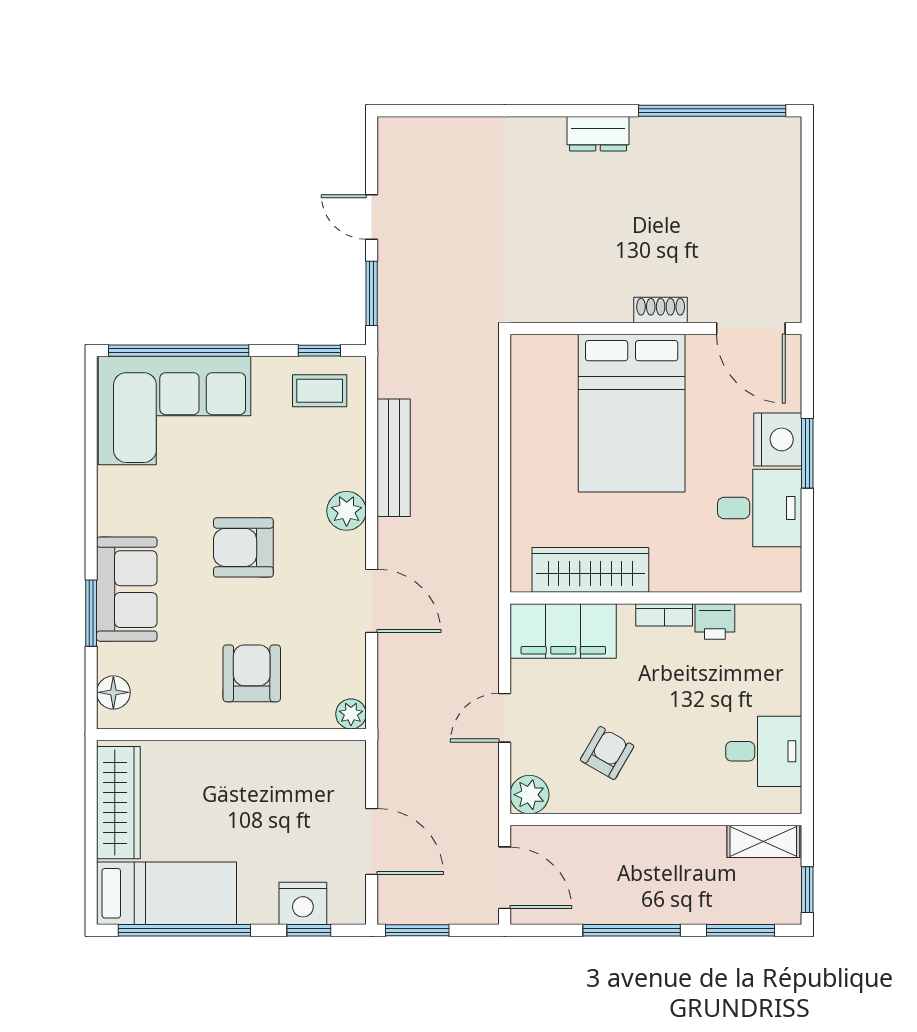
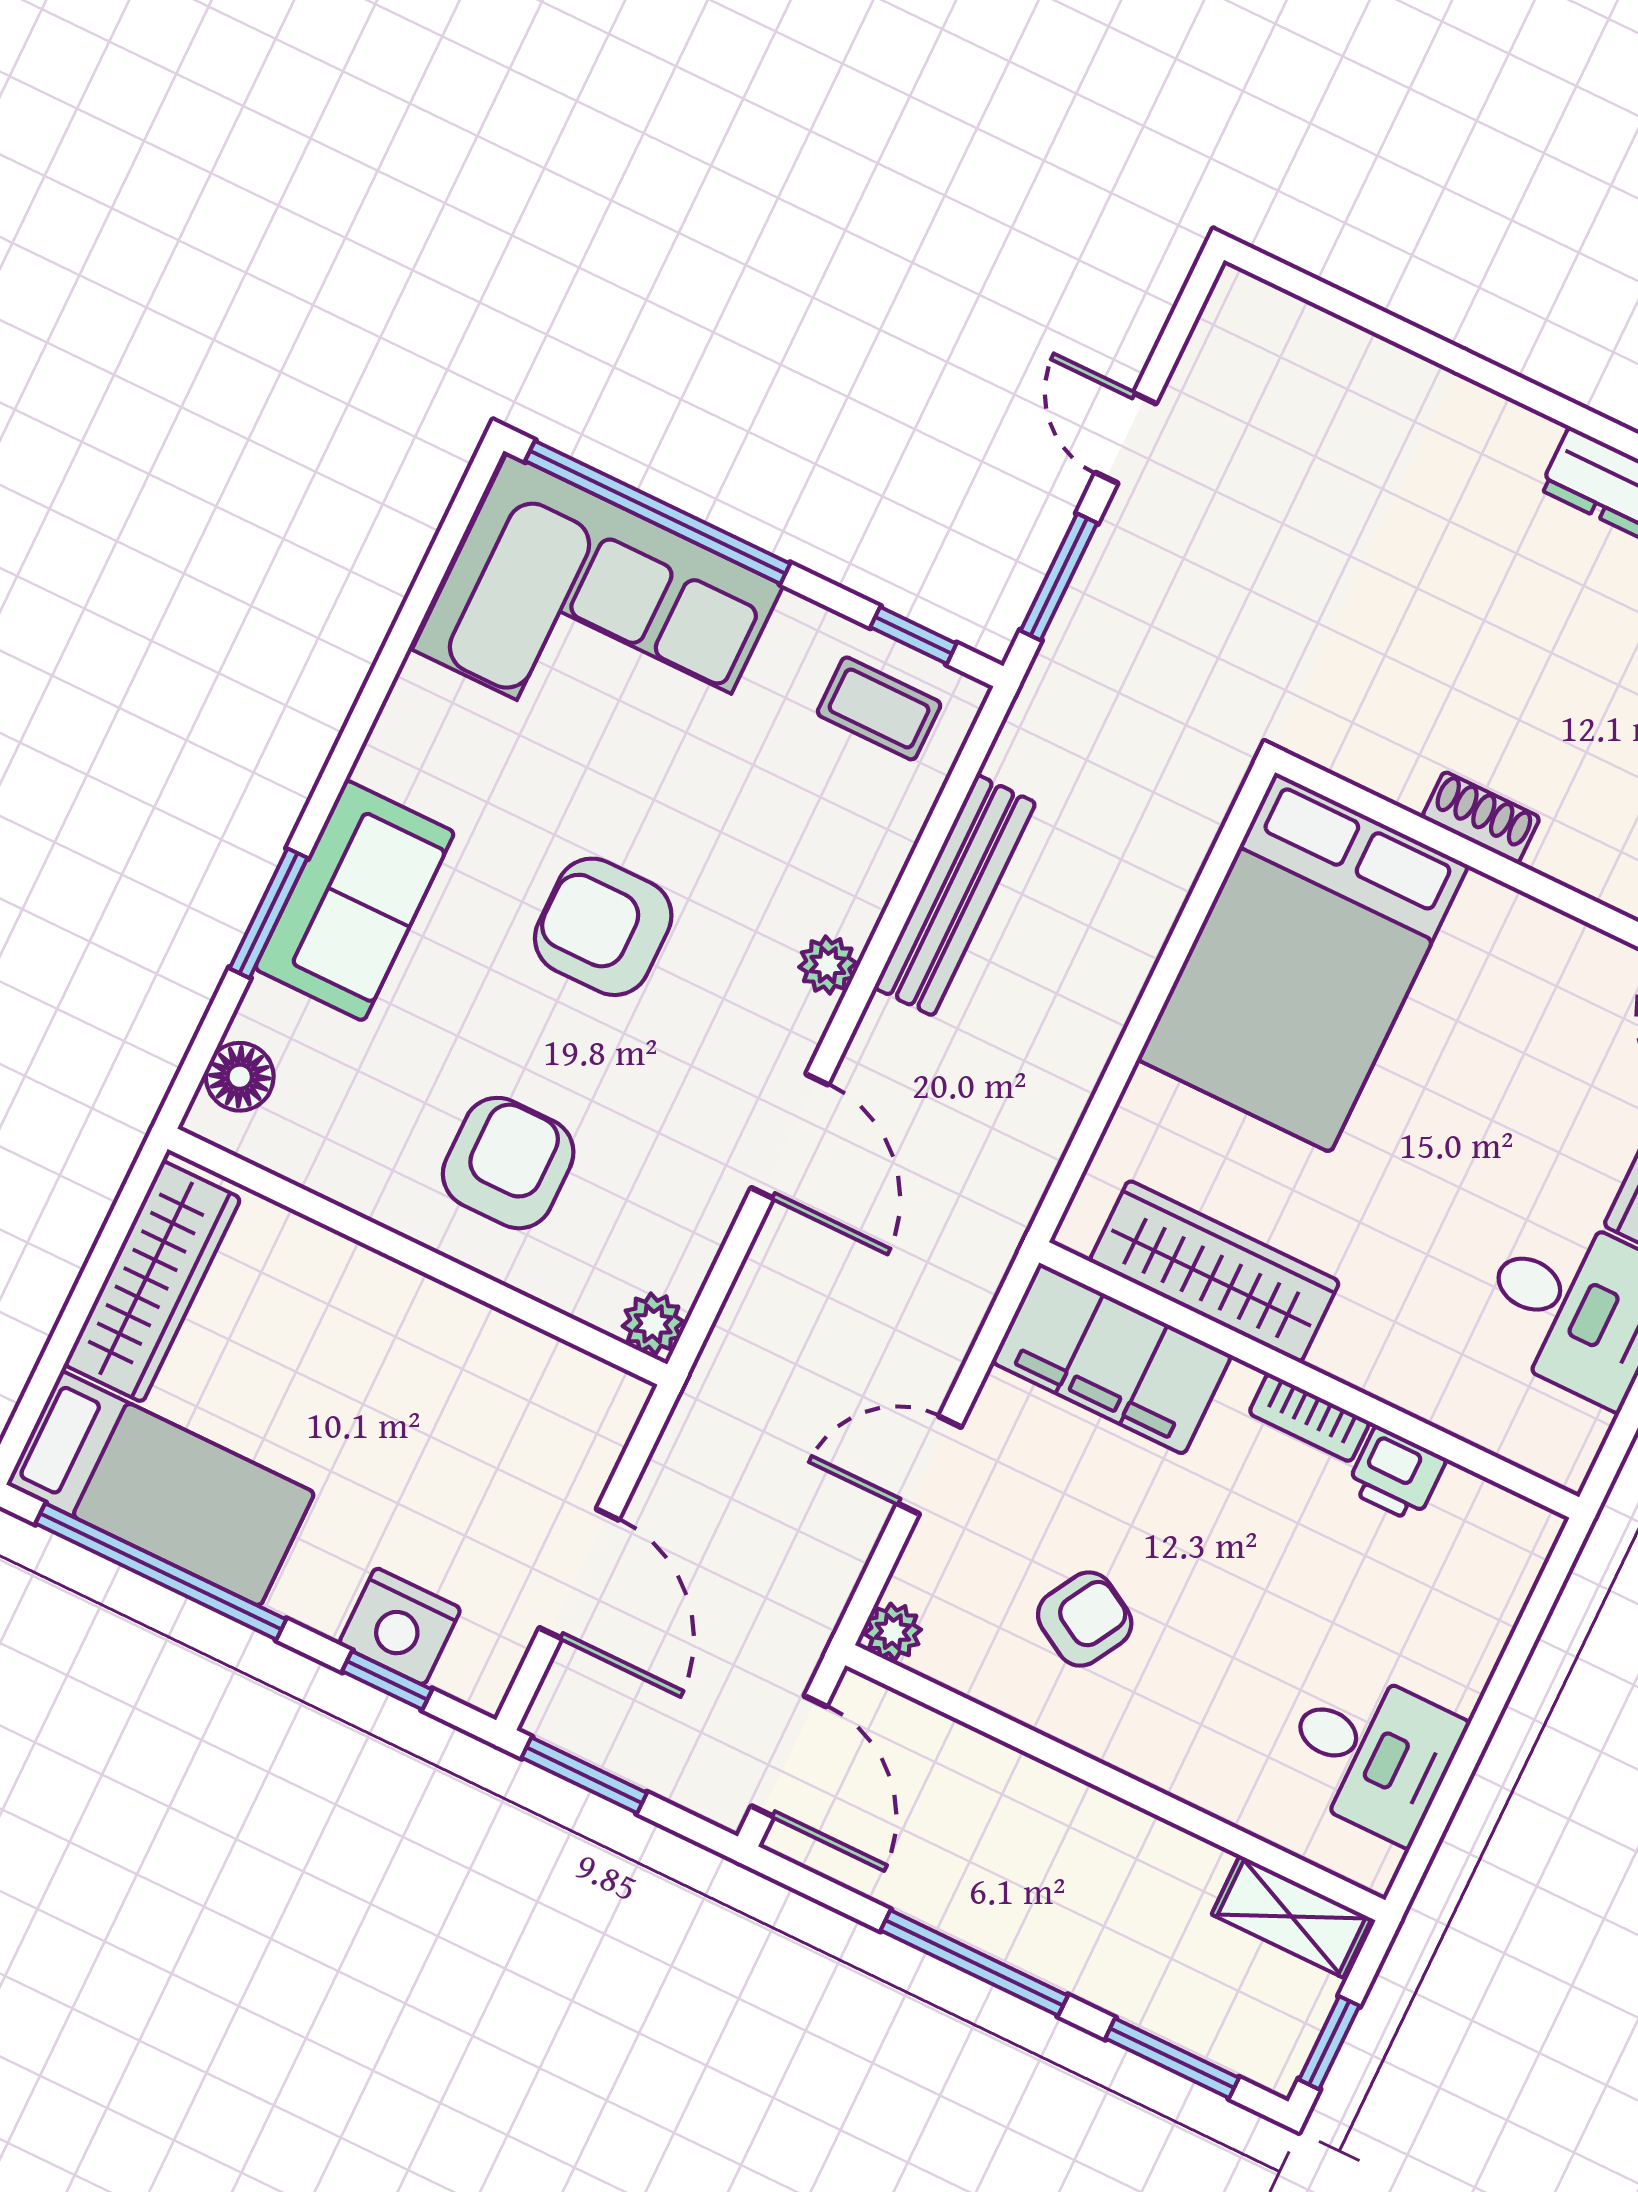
shoe rack: (661, 310) -> (1481, 817), moved
bed: (632, 413) -> (1303, 962), moved
plant: (347, 511) -> (828, 965), width x0.73, depth x0.73
plant: (529, 795) -> (893, 1632), width x0.73, depth x0.73

